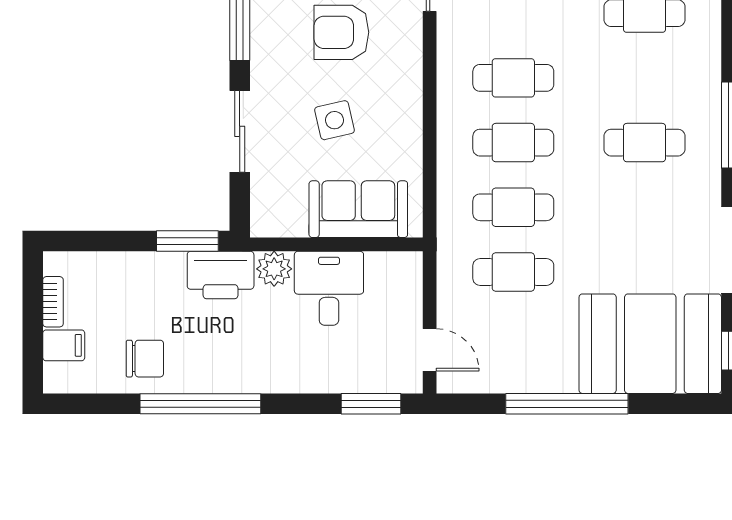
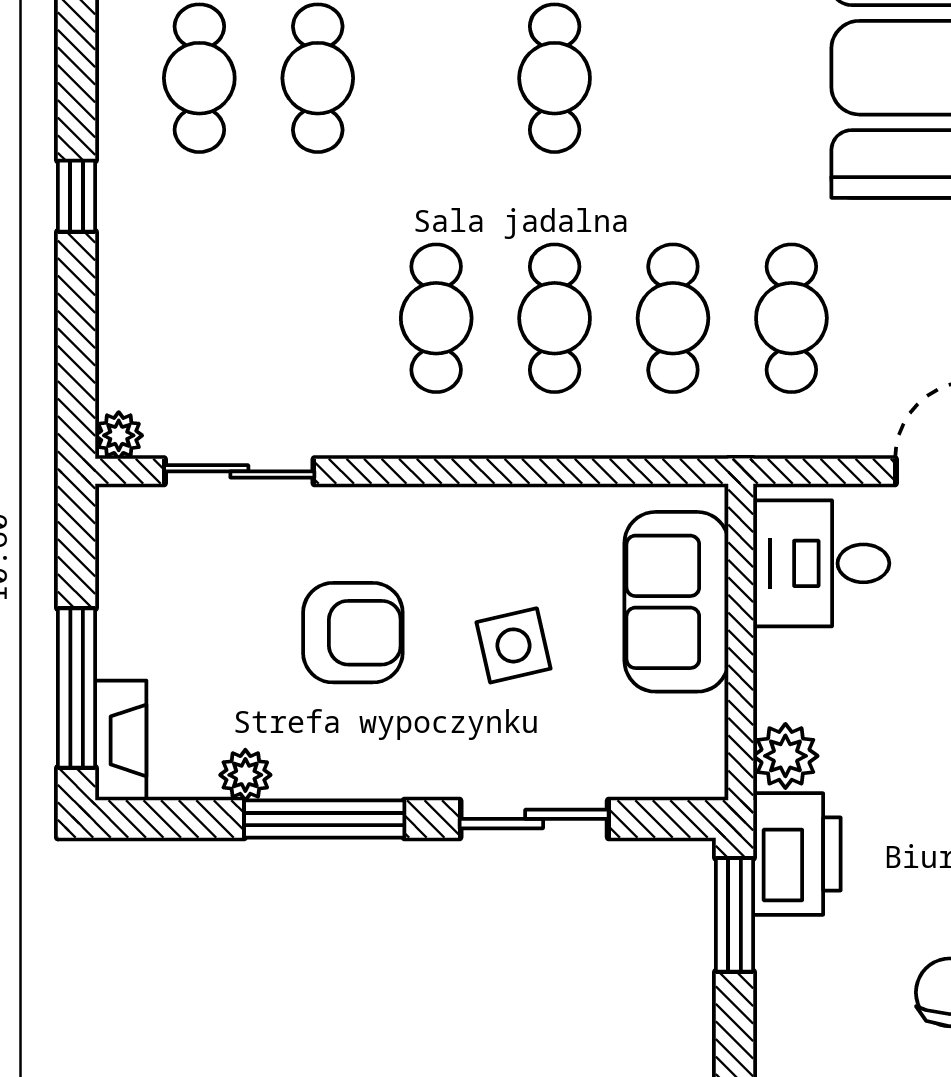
armchair: (341, 32) -> (353, 633), turned -90
desk: (329, 288) -> (821, 563), moved

